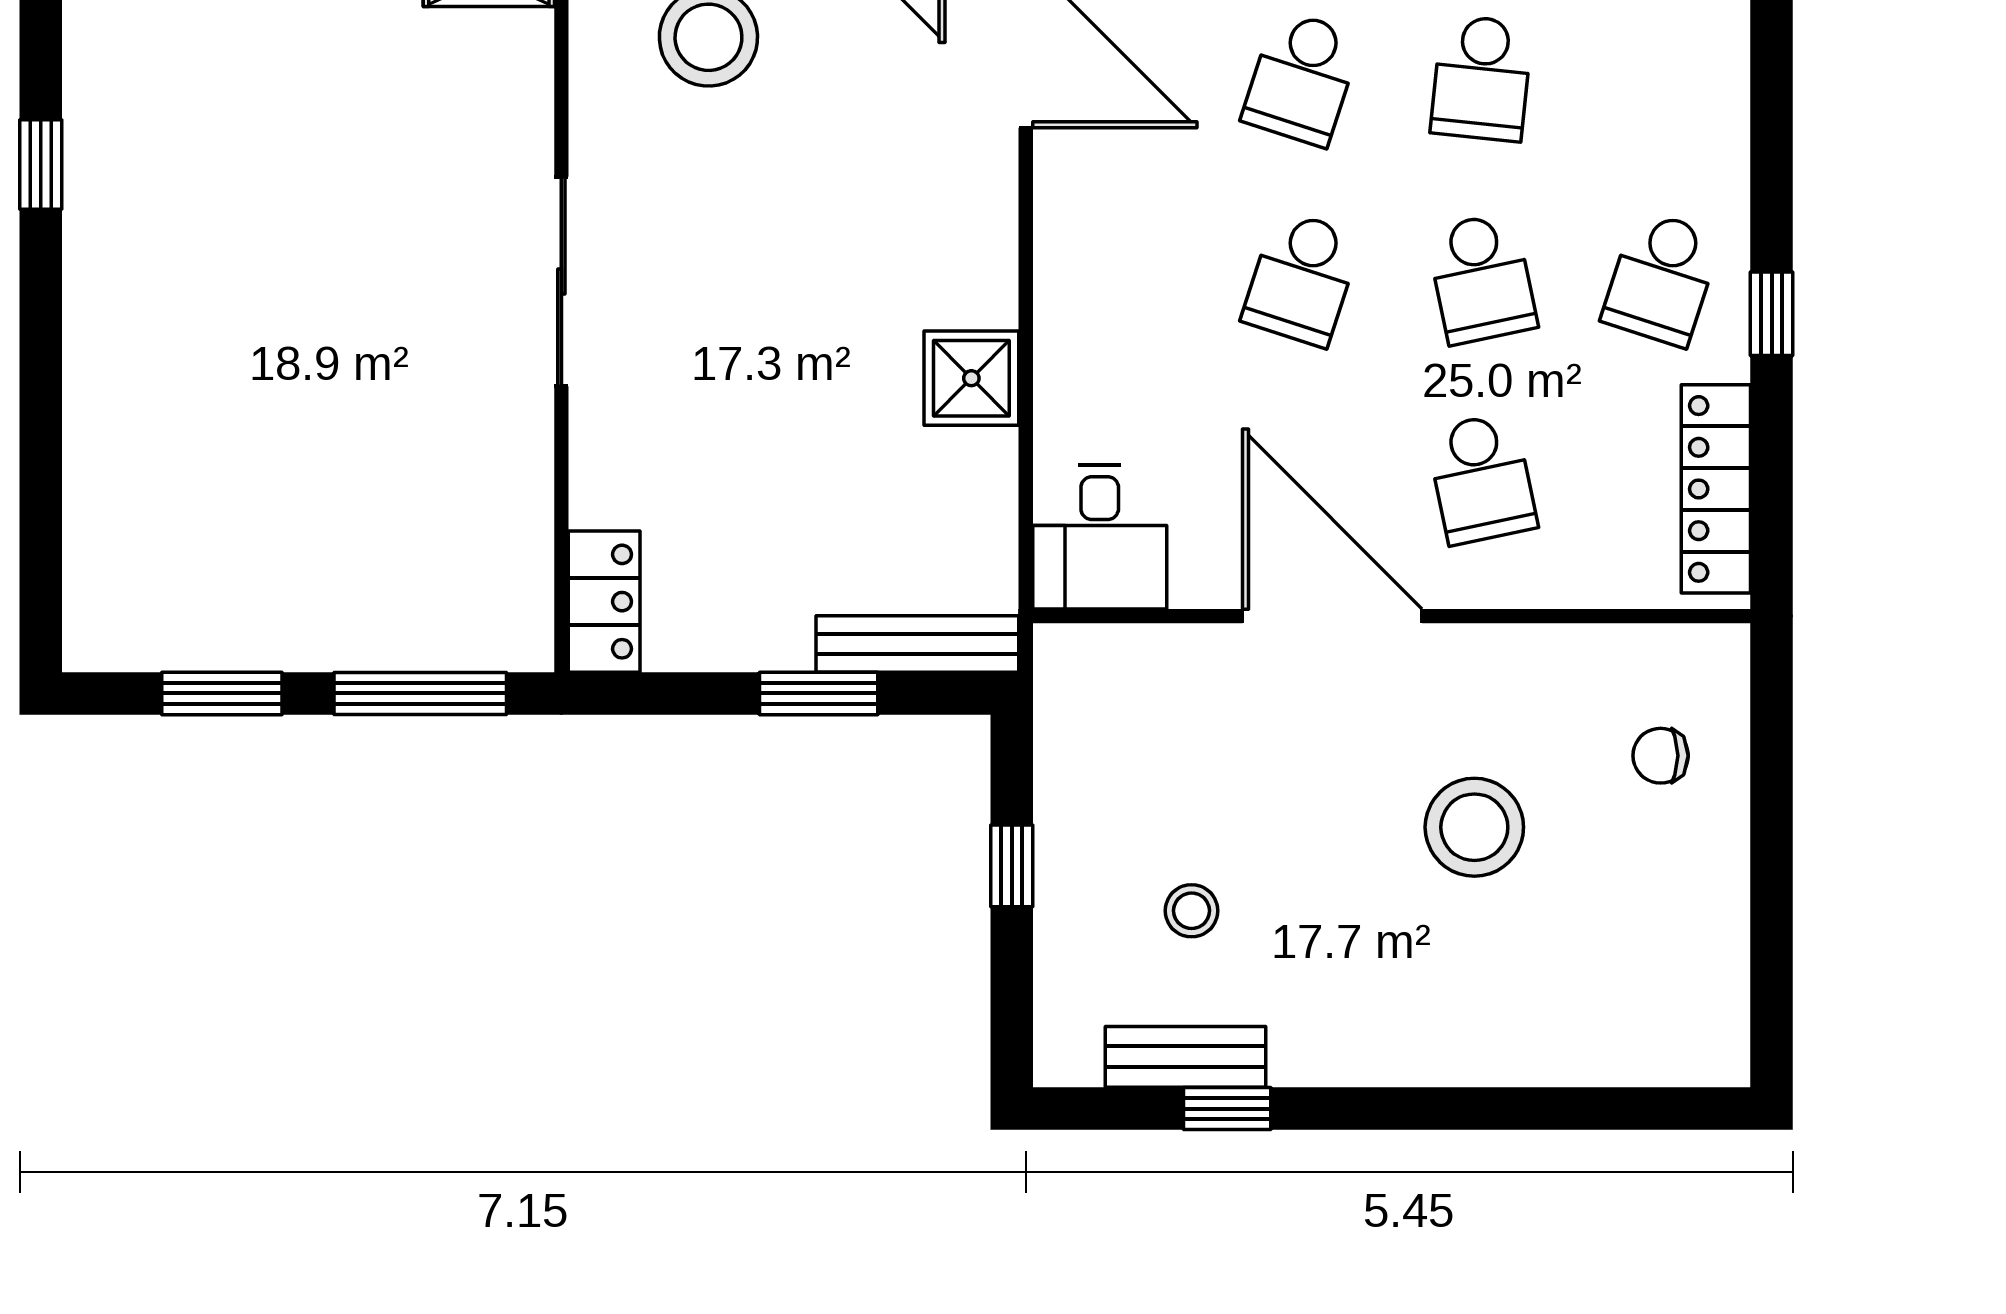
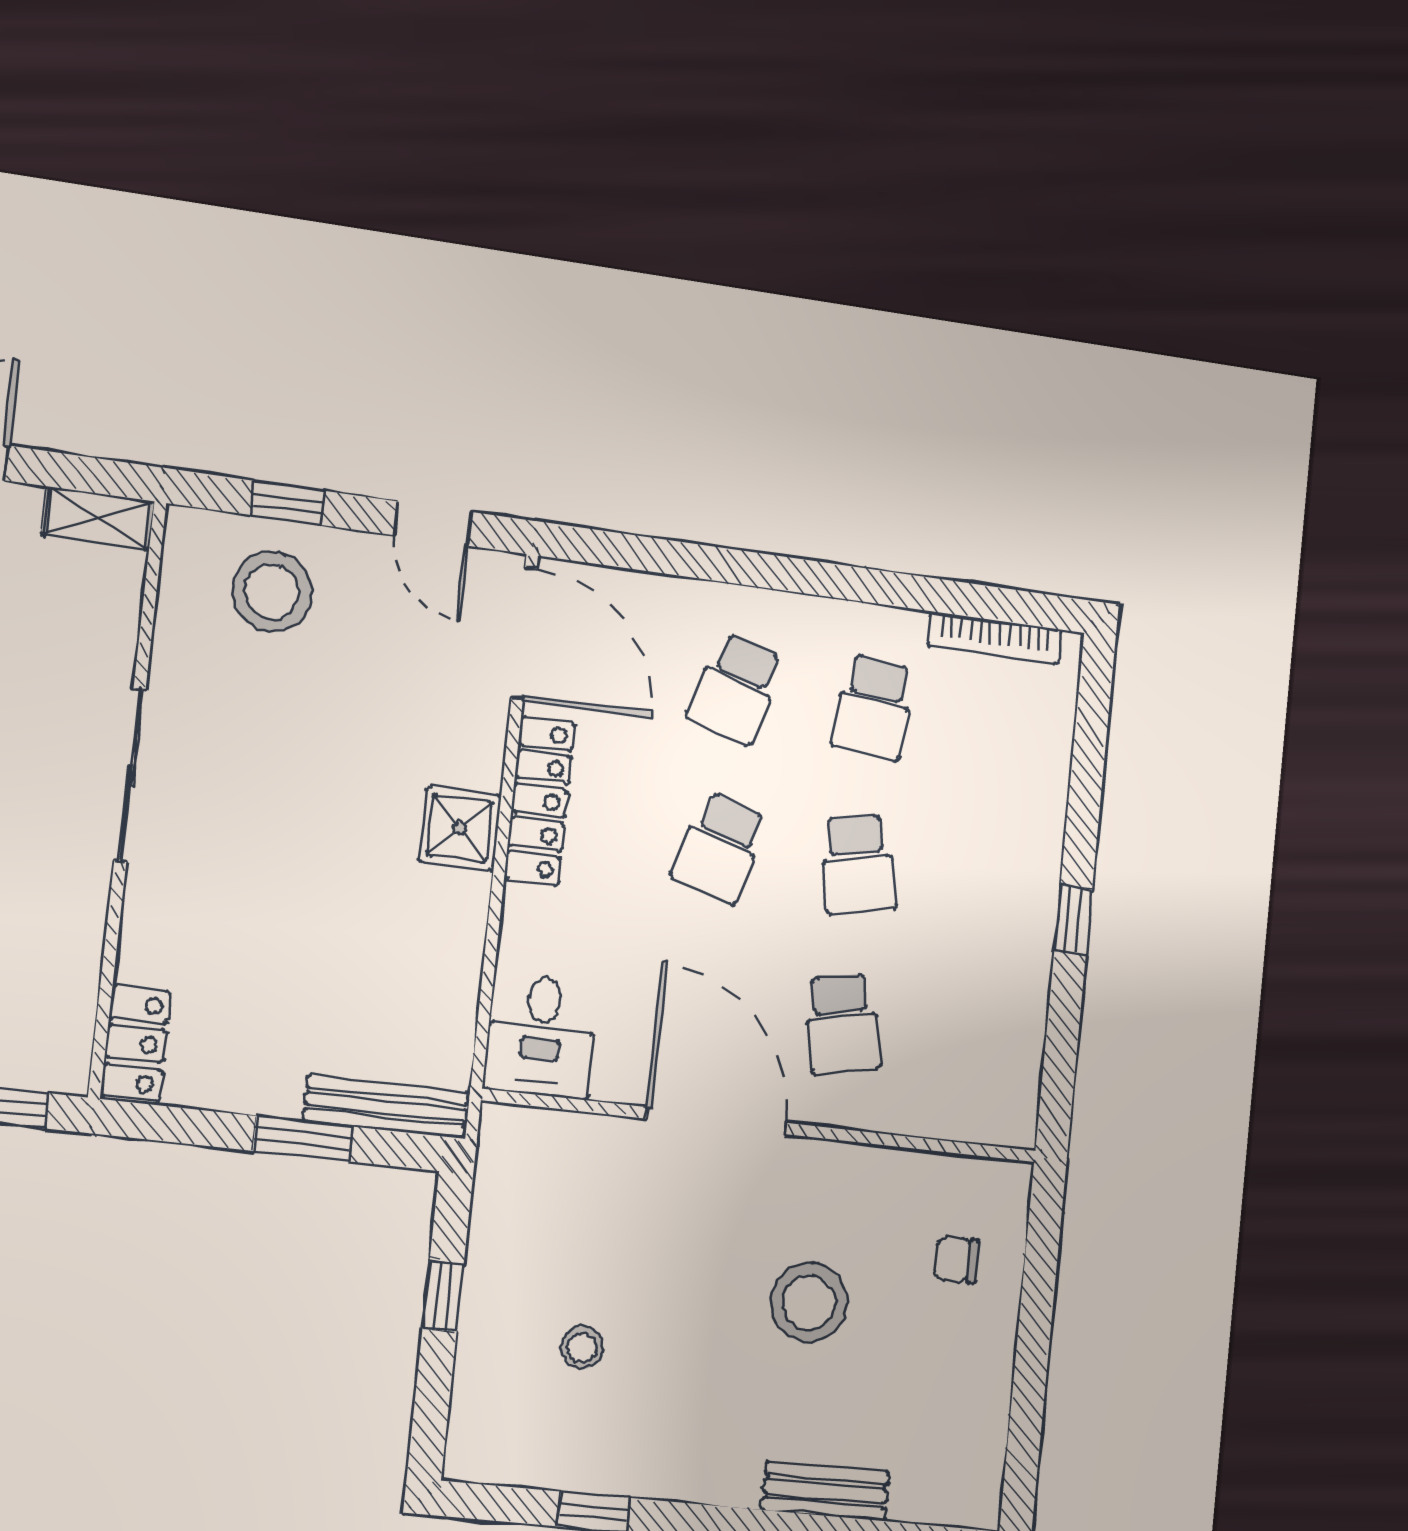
school desk: (1661, 278) -> (994, 882), removed
shower: (971, 378) -> (460, 828), moved
locker: (1716, 489) -> (540, 801), moved, turned 180
bench: (1185, 1057) -> (826, 1491), moved

